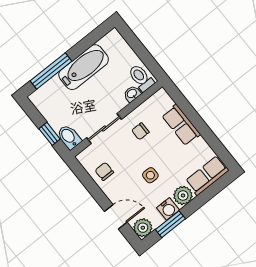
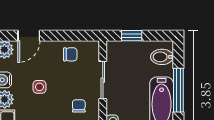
window: (51, 71) -> (178, 90), moved
bidet: (69, 137) -> (162, 57), moved, turned 180

